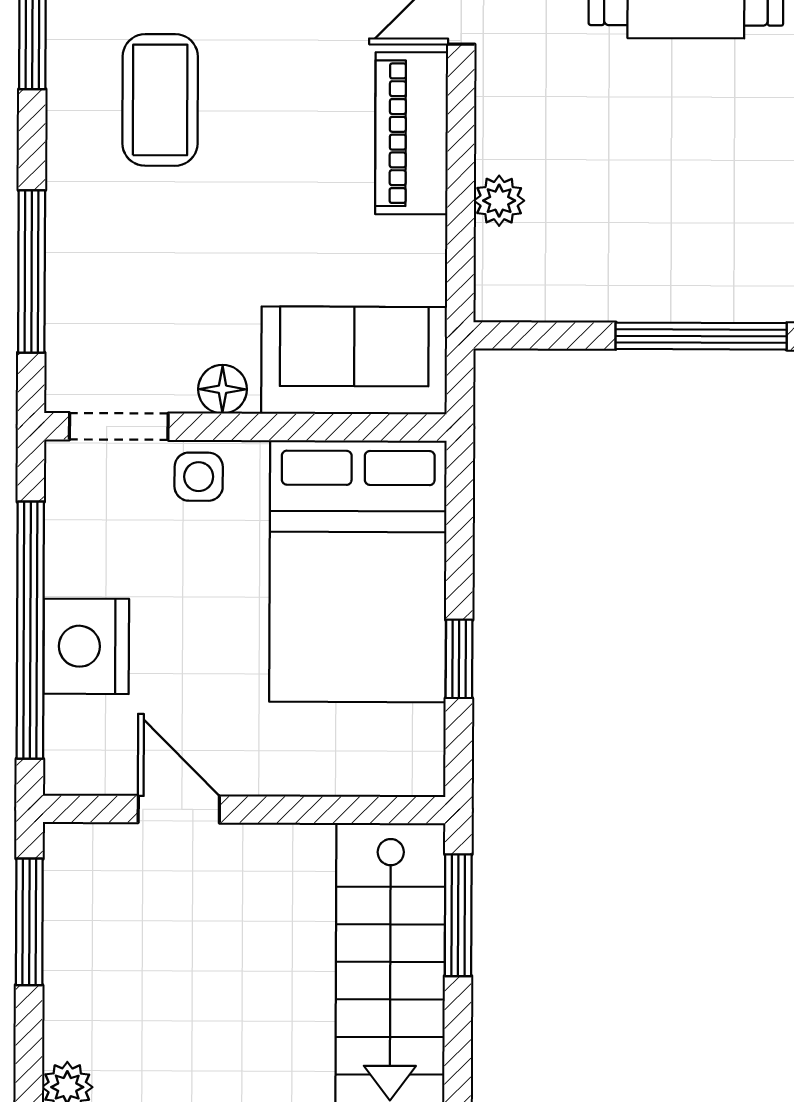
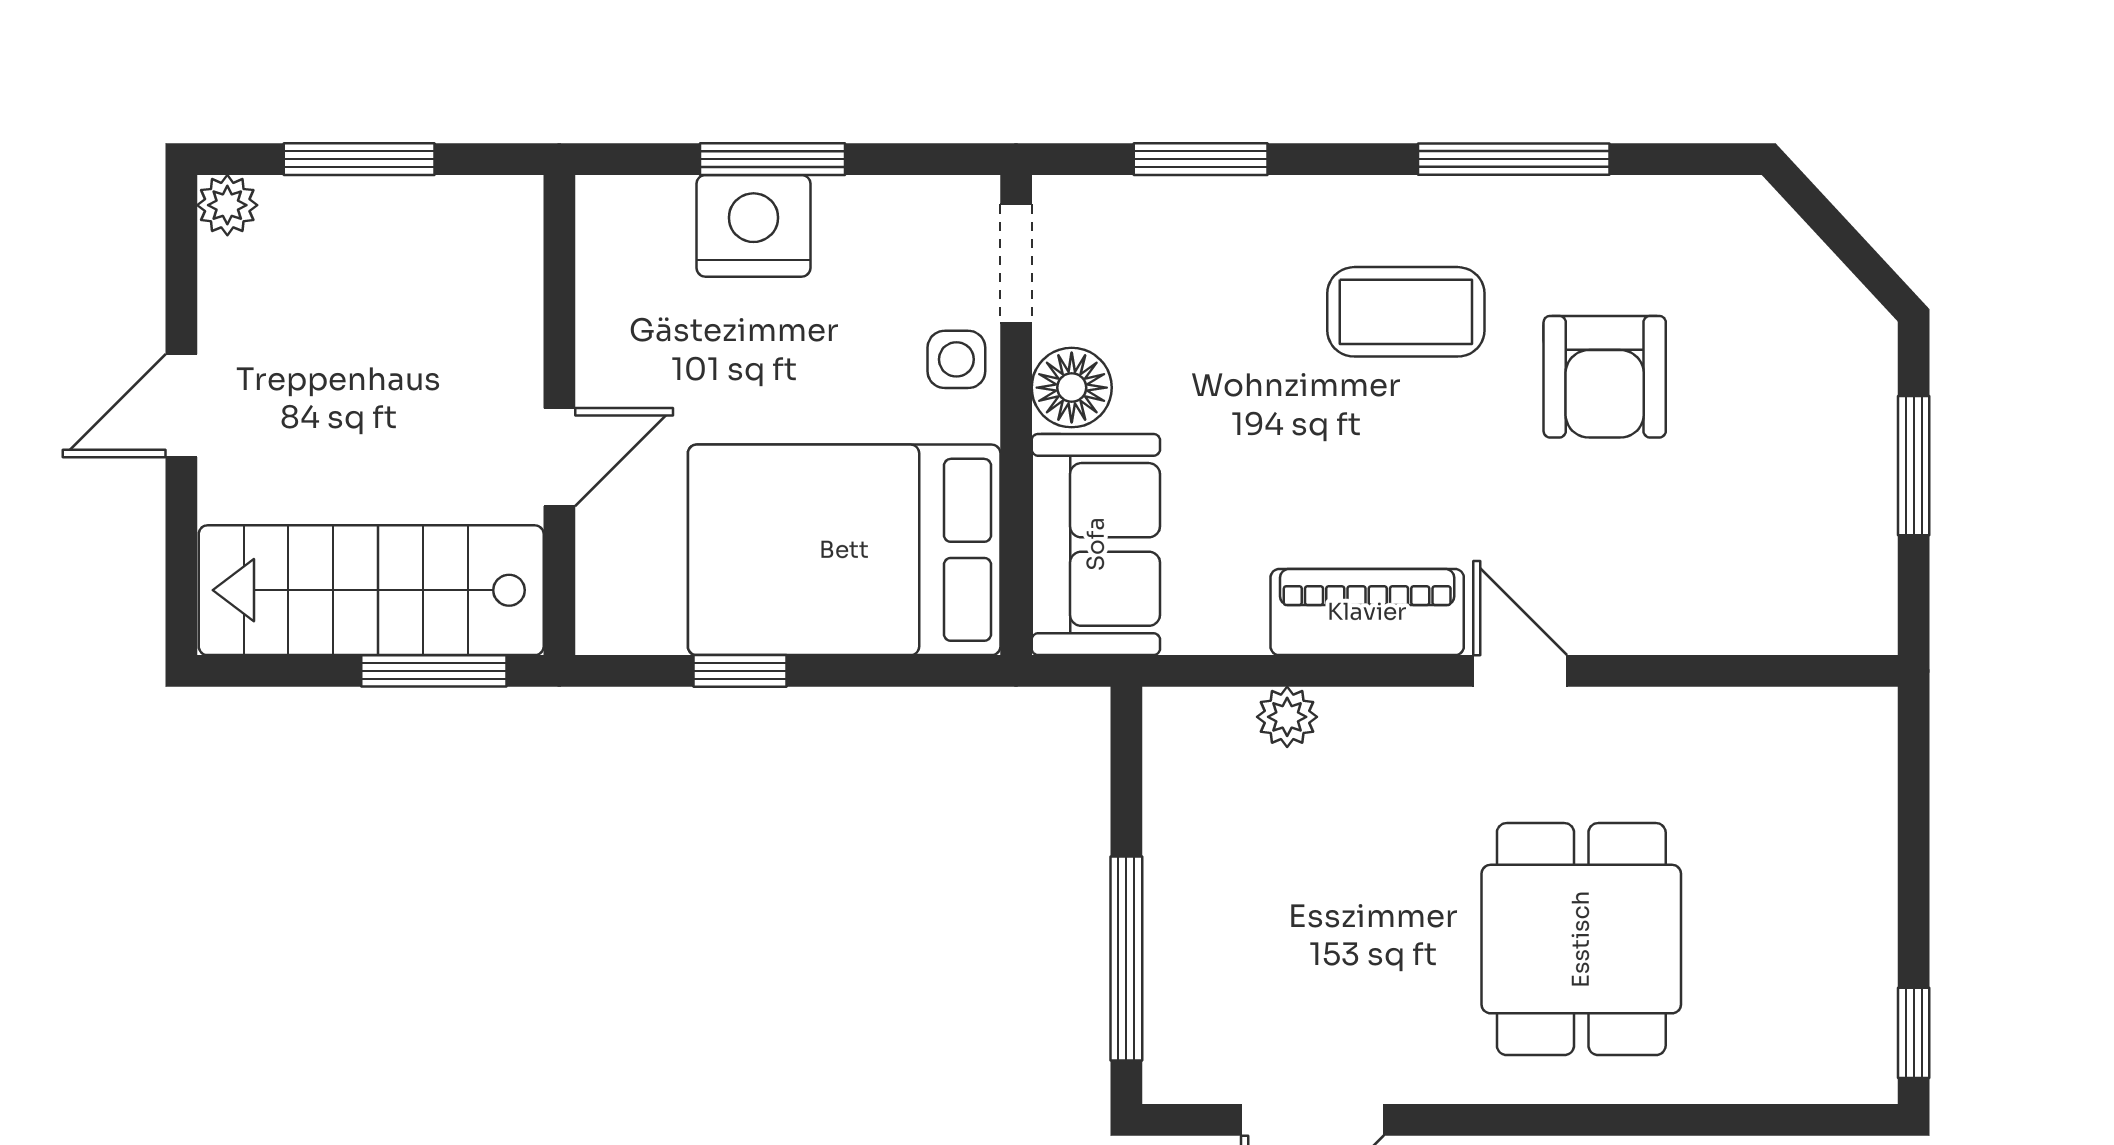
window: (32, 271) -> (1201, 159), width x0.69
floor lamp: (223, 389) -> (1072, 388), width x1.37, depth x1.37
window: (30, 630) -> (772, 159), width x0.47
door: (179, 809) -> (559, 457), moved
window: (29, 922) -> (359, 159), moved

